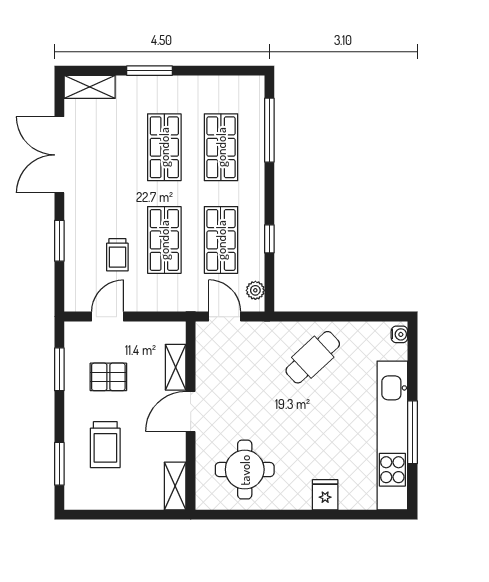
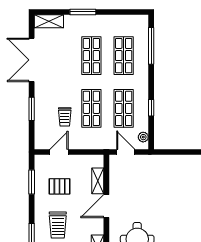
cafe table: (313, 357) -> (176, 175), removed

